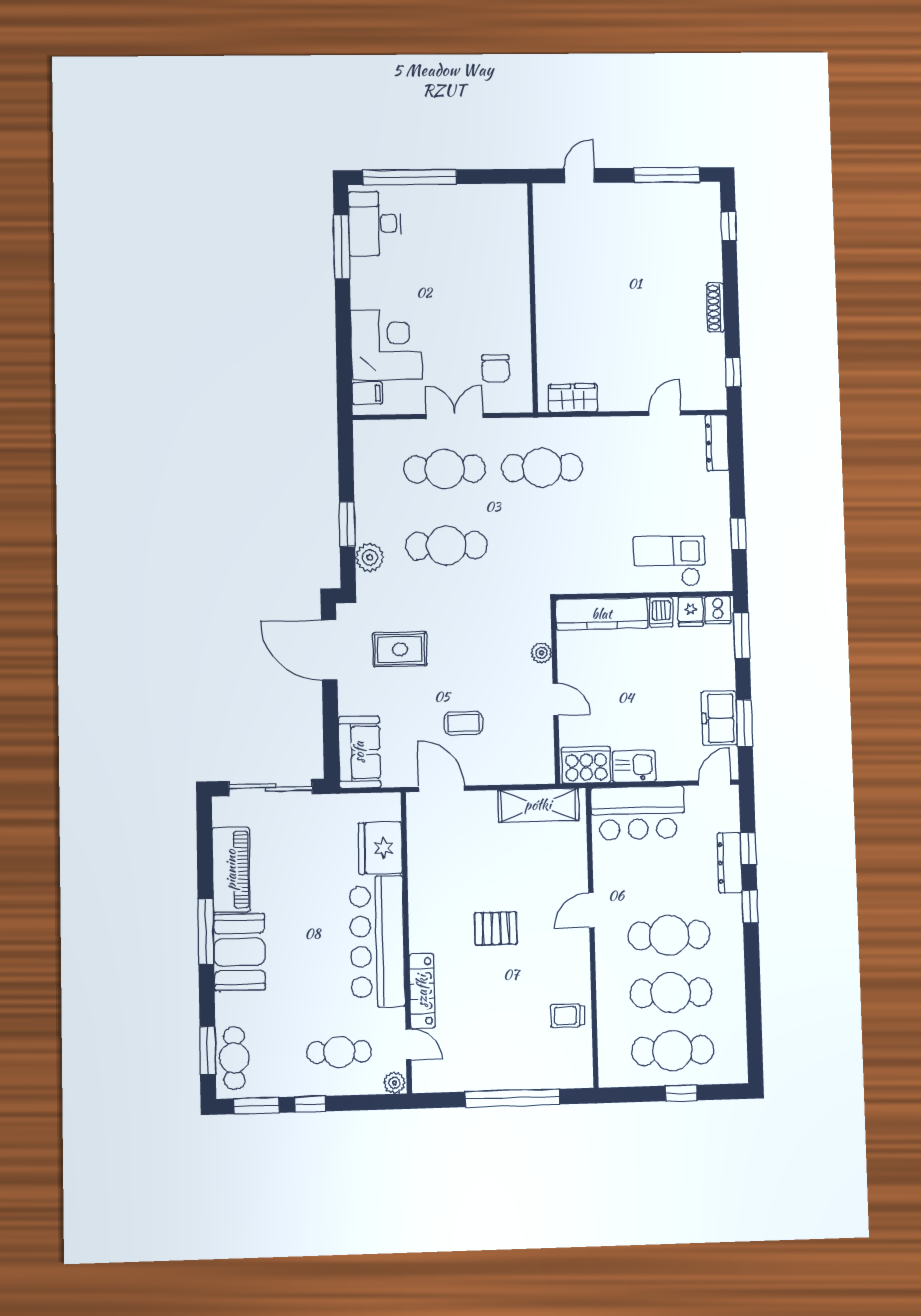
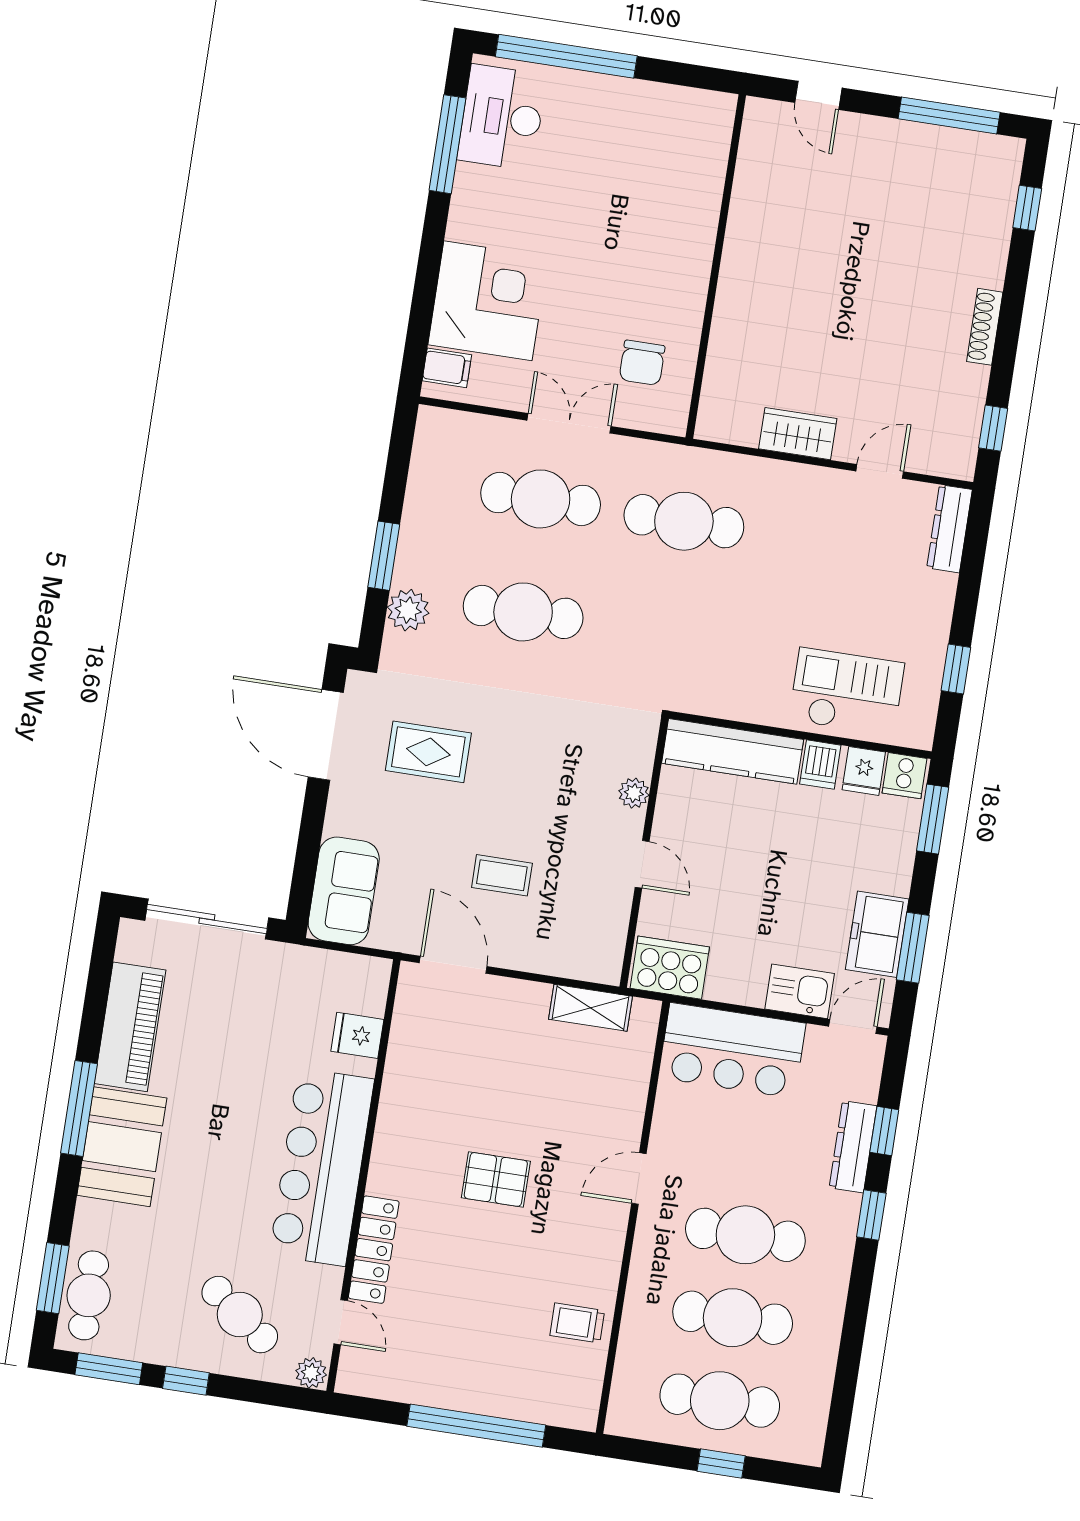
door: (579, 176) -> (818, 95), swing flipped
wardrobe: (573, 398) -> (798, 434), moved
kitchen sink: (634, 766) -> (800, 991), moved
shelving: (538, 805) -> (590, 1008), width x0.67, depth x0.75
fridge: (380, 848) -> (357, 1035), width x0.53, depth x0.75
cafe table: (339, 1052) -> (240, 1315), turned 37

